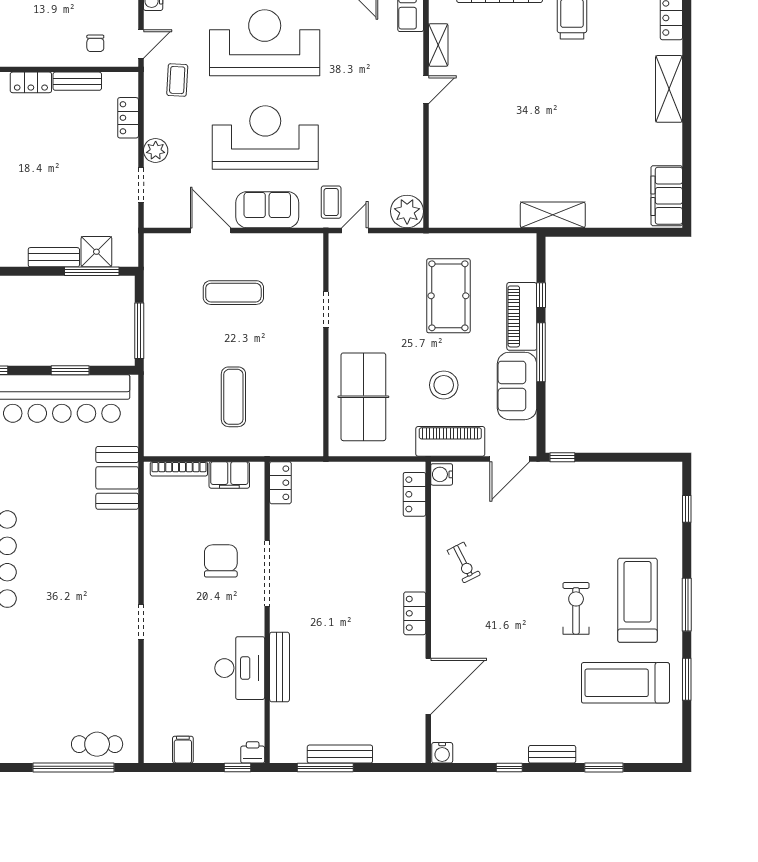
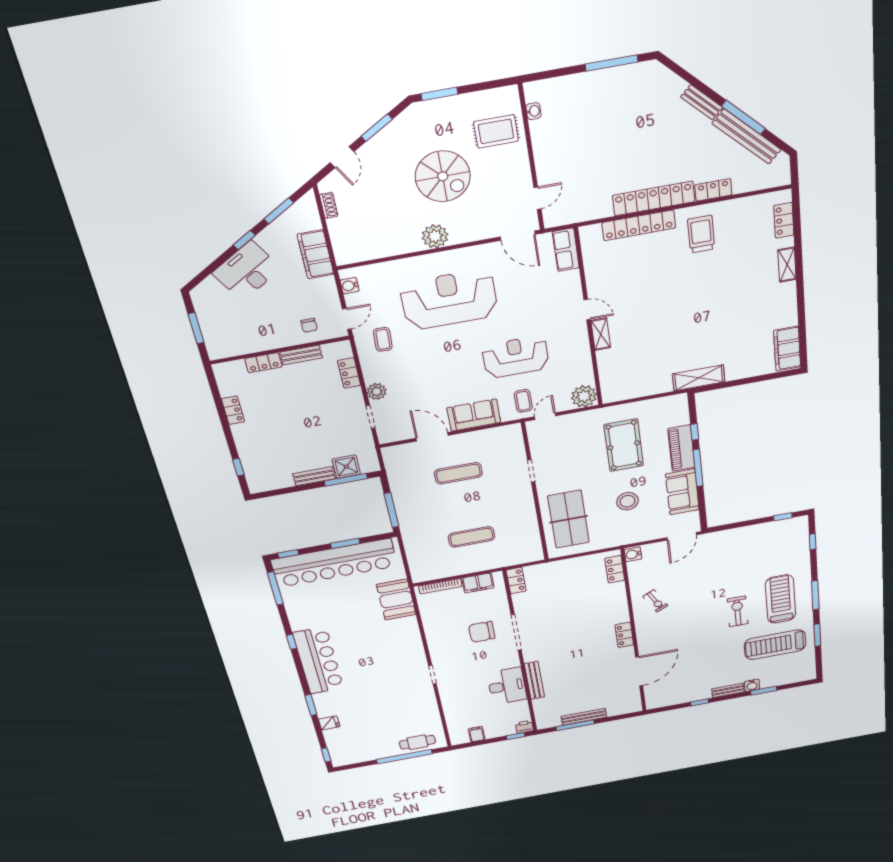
shelving: (438, 45) -> (601, 334), moved
shelving: (669, 89) -> (787, 265), width x0.67, depth x0.75
door: (426, 90) -> (587, 310), hinge flipped
reception desk: (265, 138) -> (516, 357), moved, width x0.74, depth x0.77
exercise mat: (233, 397) -> (471, 537), turned 90
piano: (450, 441) -> (637, 534), removed
window: (562, 457) -> (783, 517), moved
chair: (221, 561) -> (482, 632), turned -90
water cooler: (442, 753) -> (752, 685), moved

